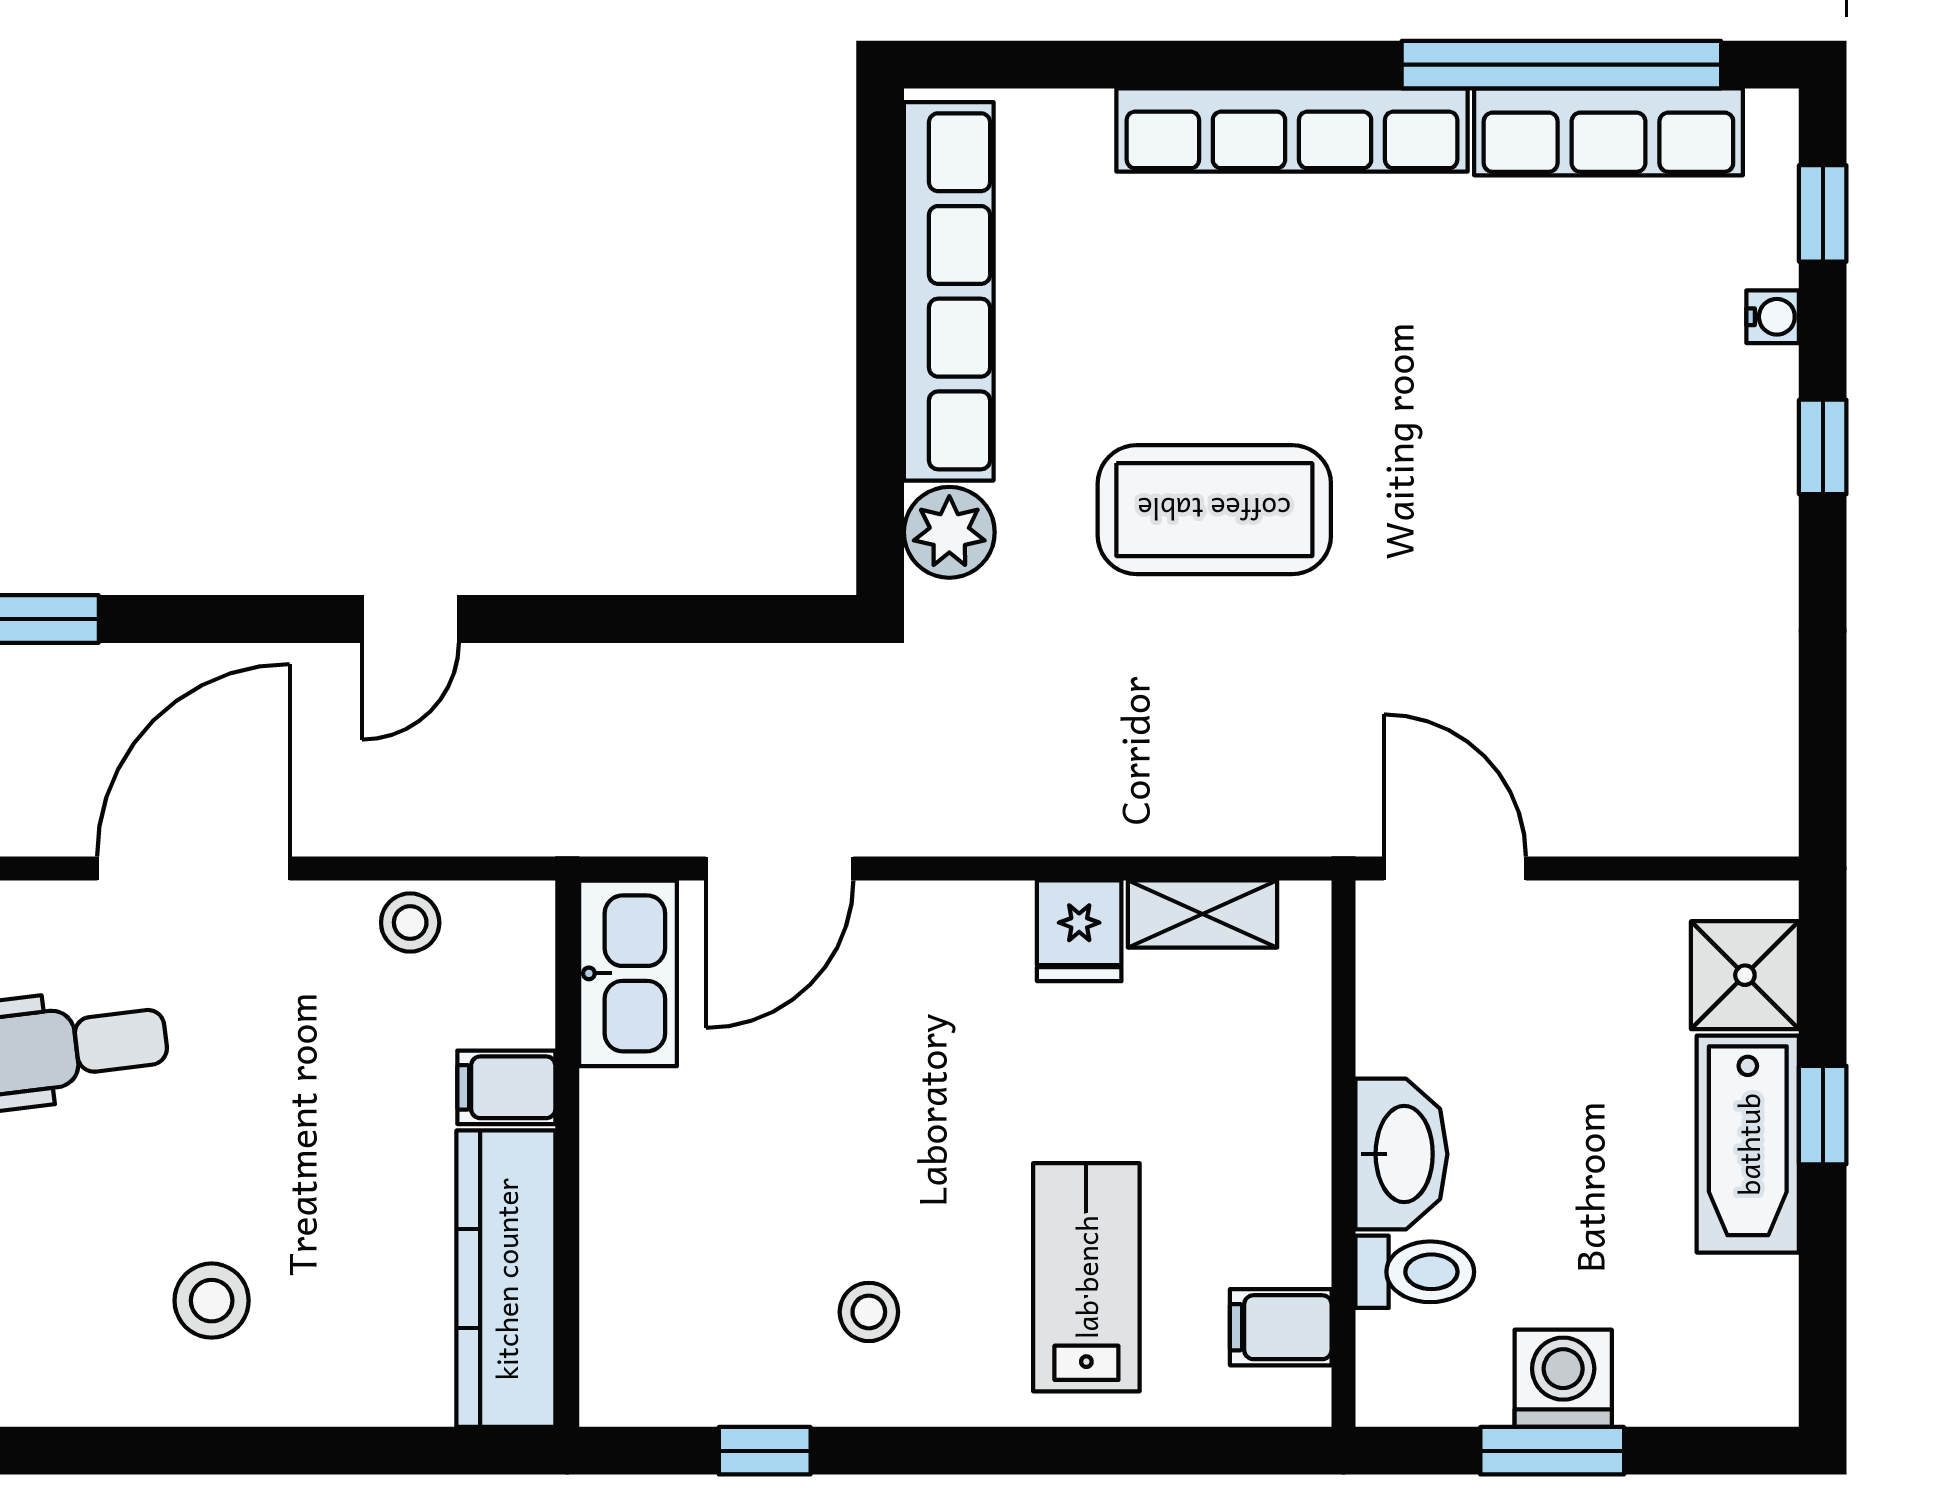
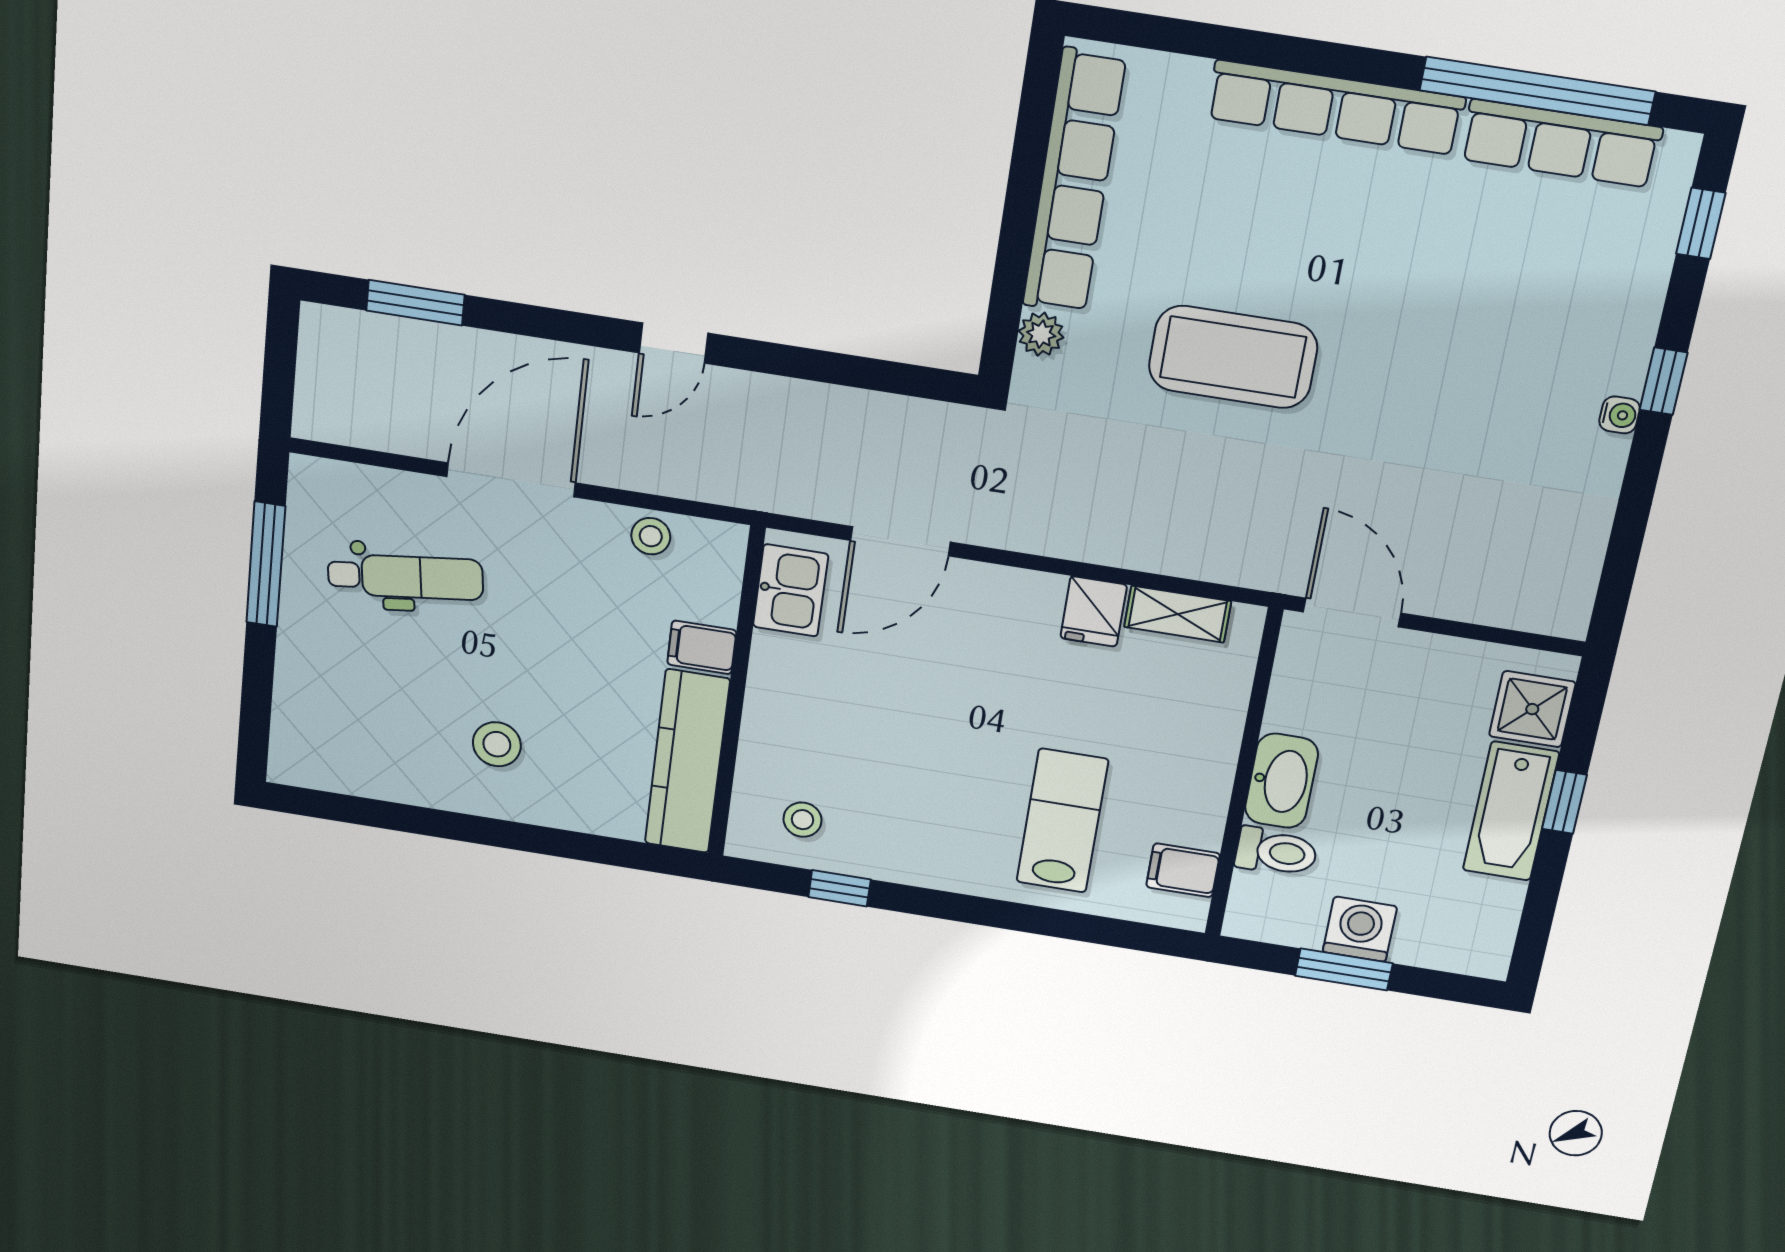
water cooler: (1773, 317) -> (1620, 415), moved
plant: (949, 532) -> (1041, 334), width x0.73, depth x0.73
kitchen sink: (628, 973) -> (791, 590), width x0.73
stool: (869, 1312) -> (802, 820), moved

